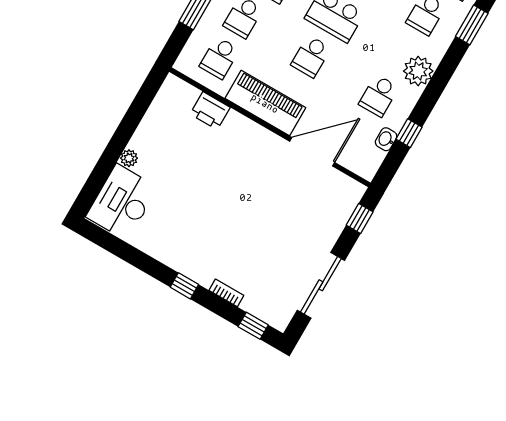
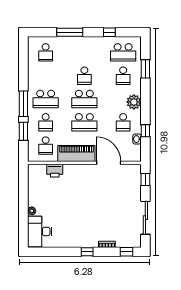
school desk: (311, 56) -> (84, 122), width x1.85
door: (312, 152) -> (109, 163), hinge flipped

